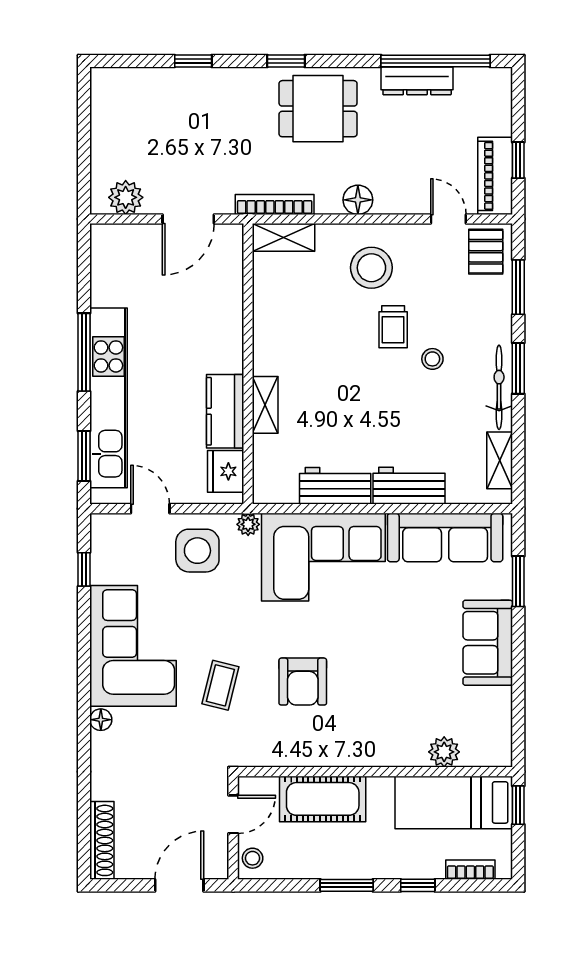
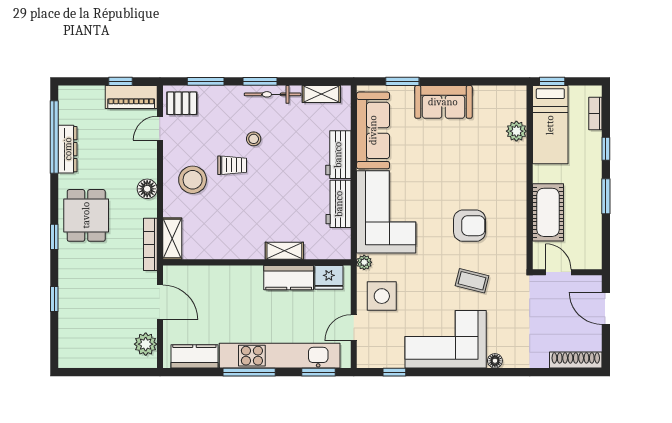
kitchen counter: (107, 270) -> (194, 356), added
stool: (253, 858) -> (588, 259), removed

